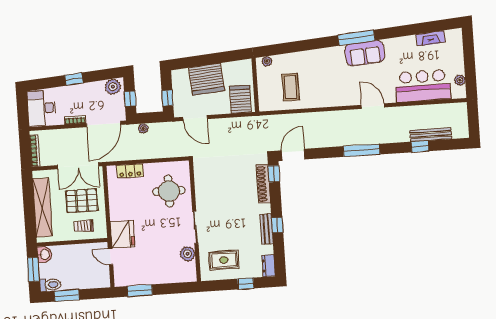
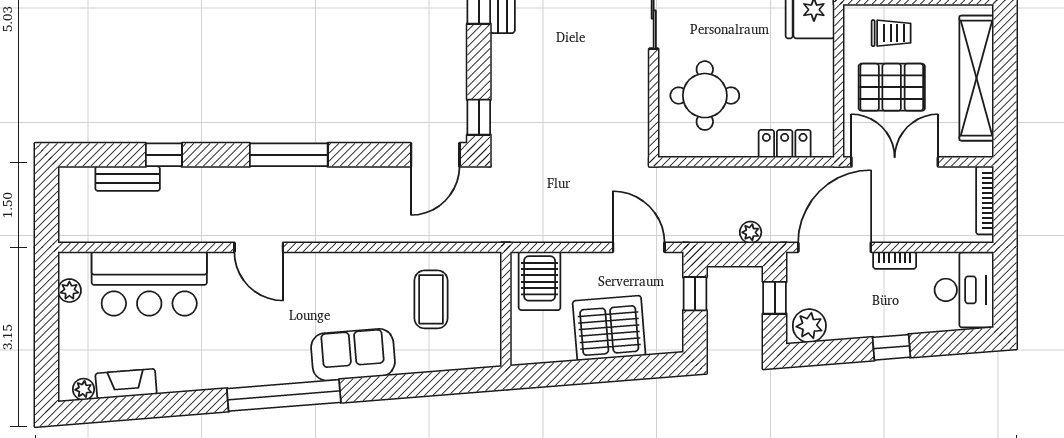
window: (356, 38) -> (284, 395), width x1.46
sofa: (365, 53) -> (353, 355), moved
plant: (267, 61) -> (83, 389), moved
bench: (431, 135) -> (128, 179), width x0.73
shoe rack: (263, 184) -> (503, 97), removed

